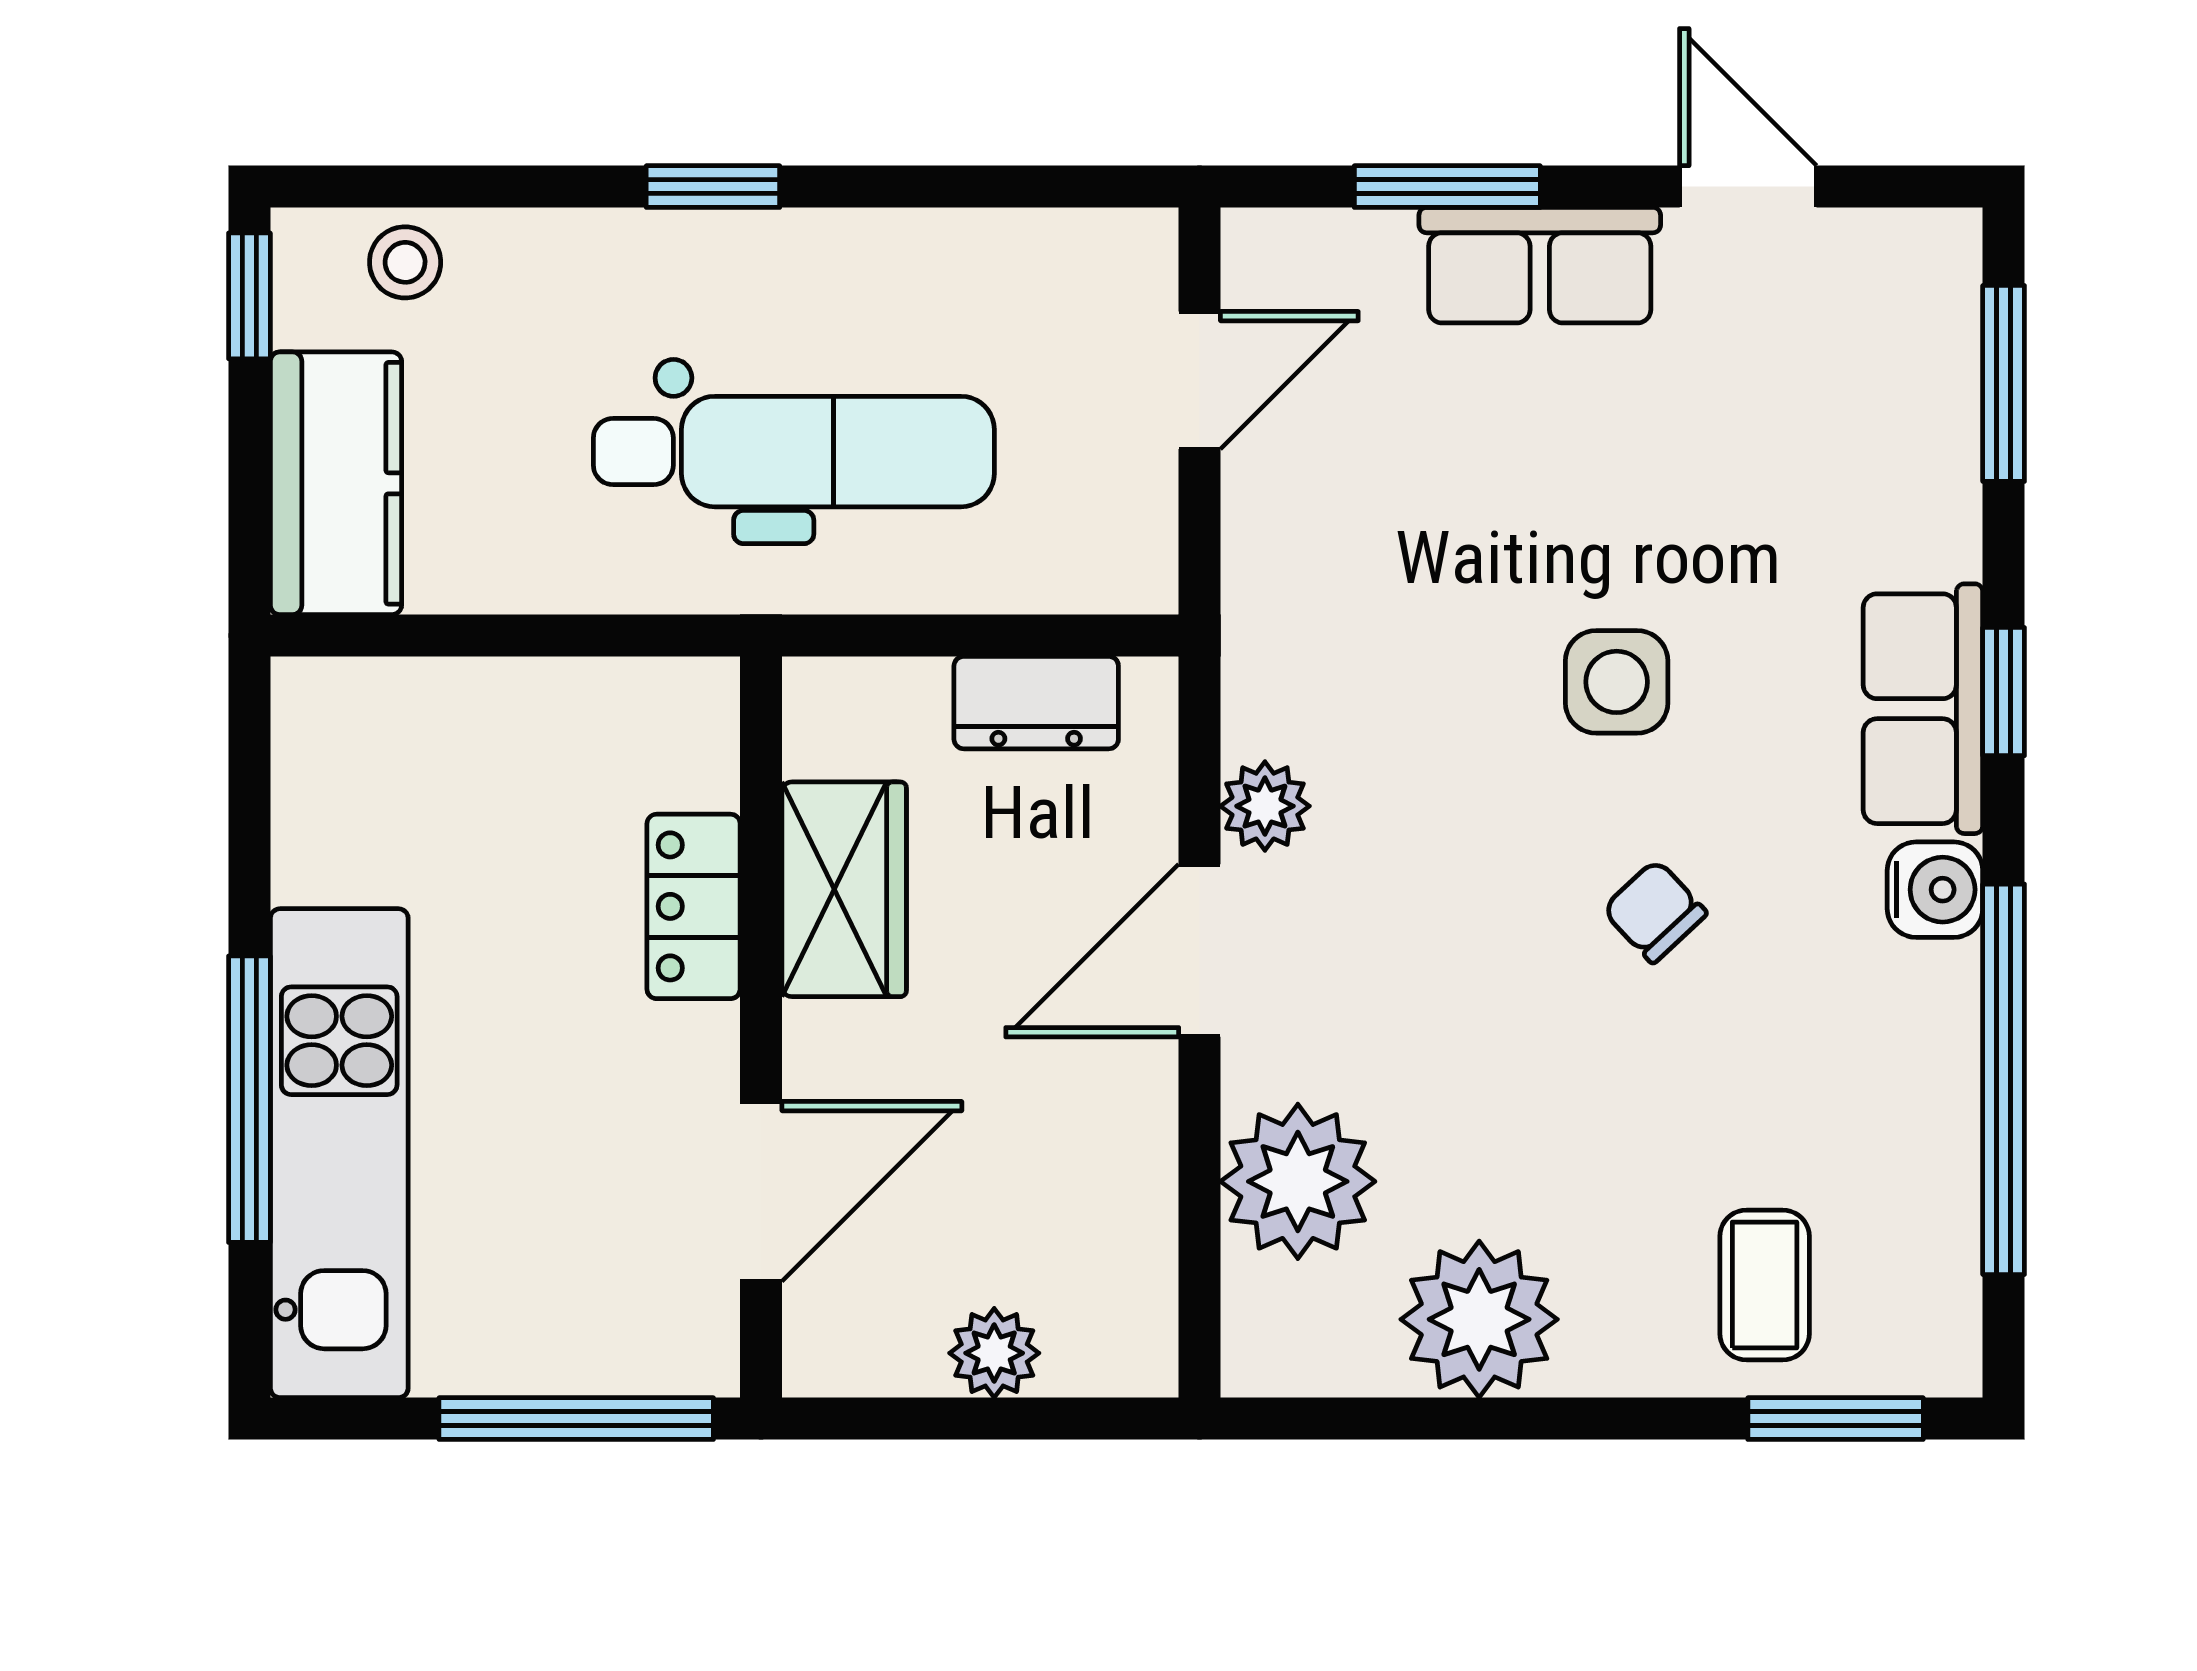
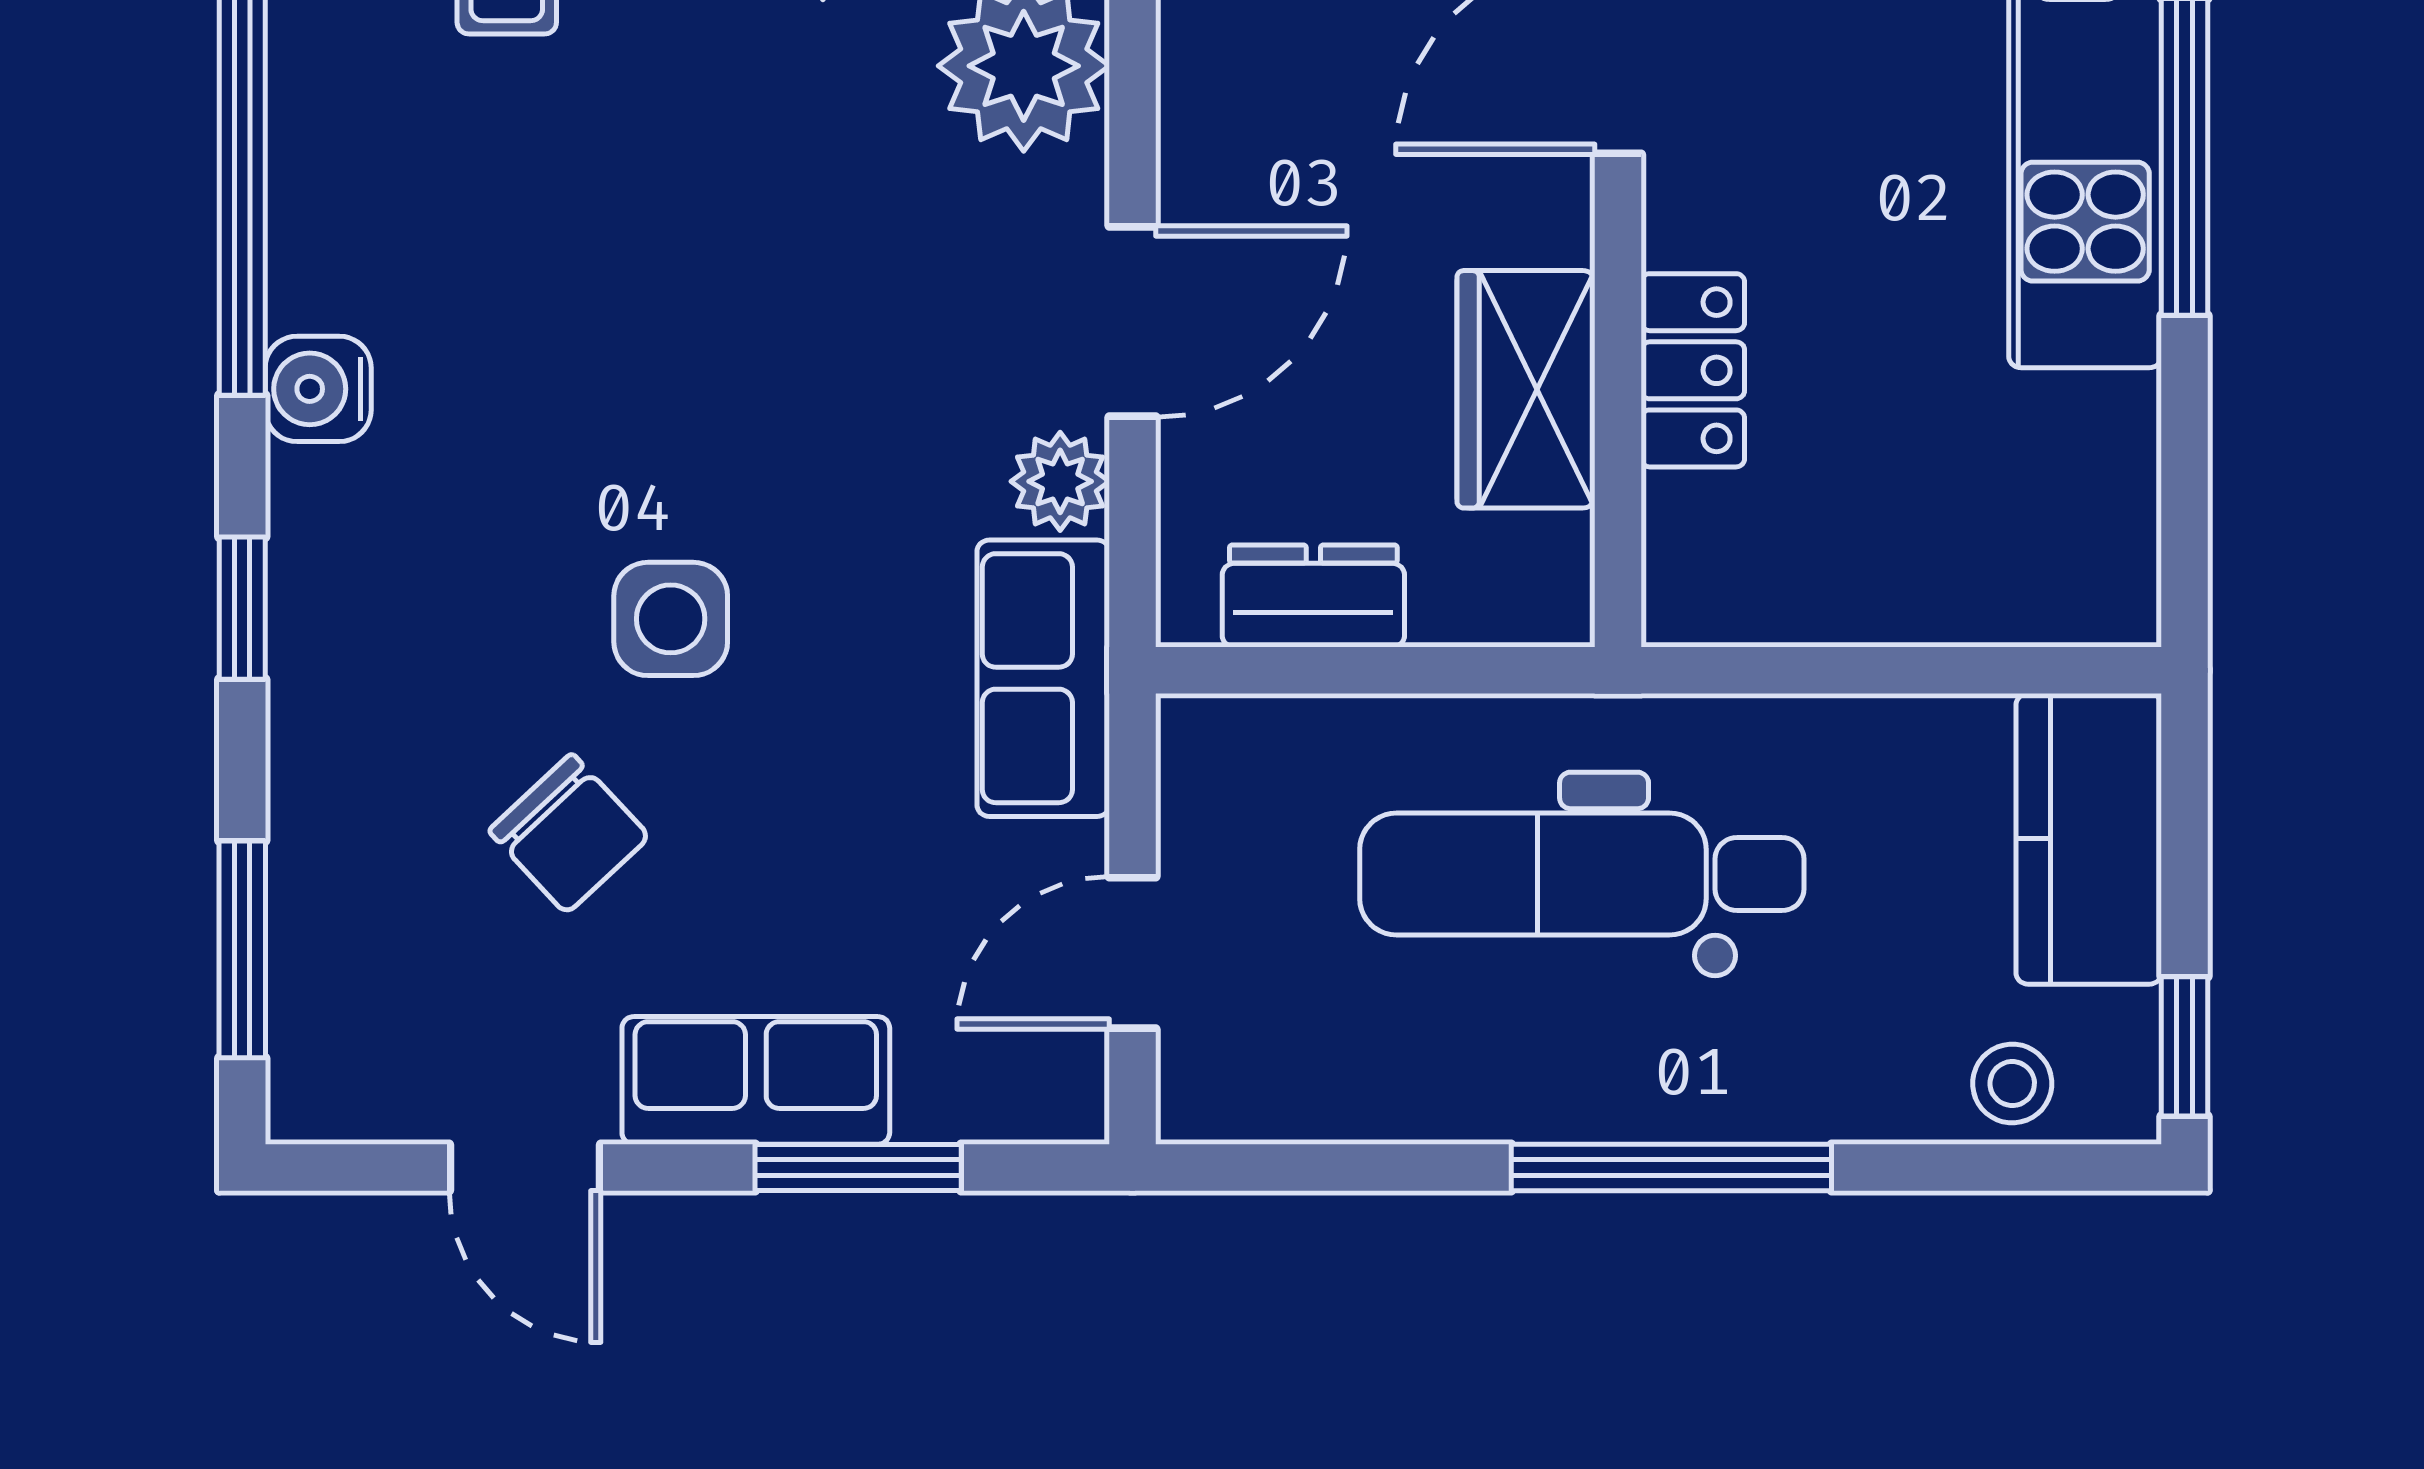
window: (713, 187) -> (1671, 1167), width x2.17
row of seats: (1923, 709) -> (1043, 678), moved, turned 180
chair: (1655, 911) -> (569, 834), moved, width x1.37, depth x1.37

